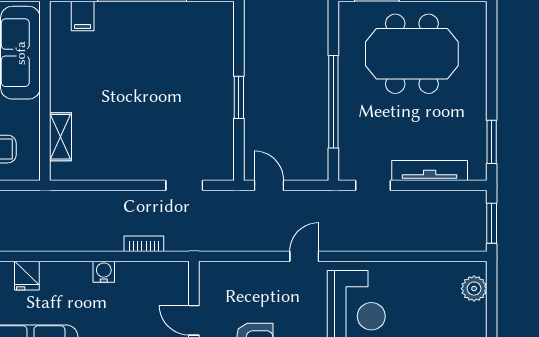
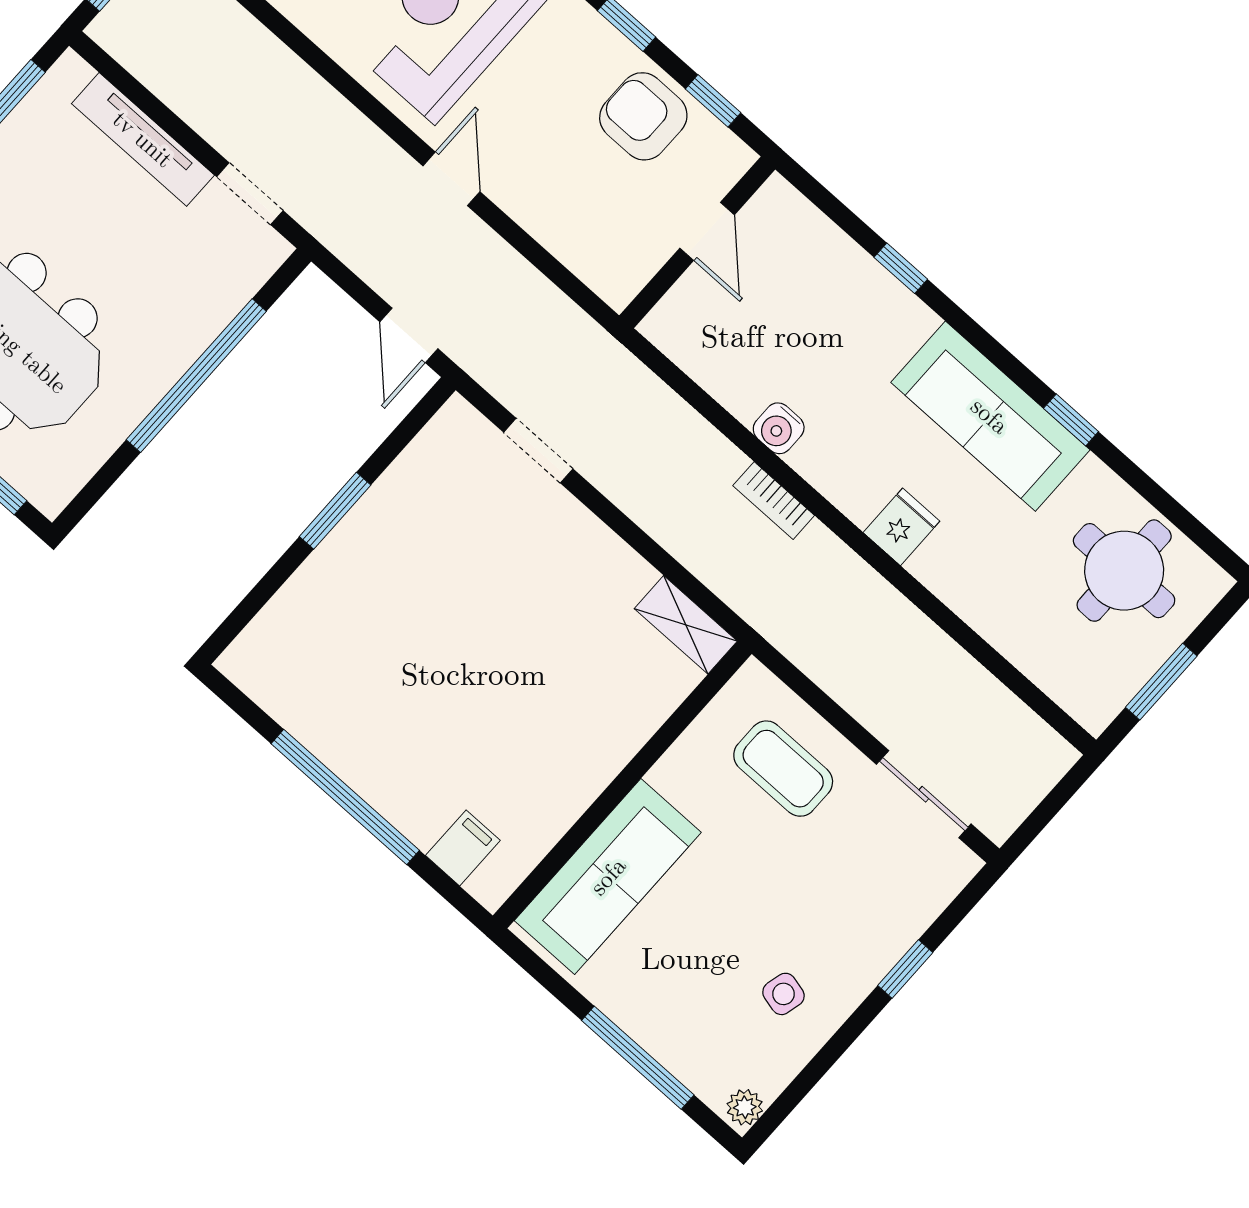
shelving: (61, 137) -> (686, 625), moved, turned 90
bookcase: (144, 244) -> (774, 501), moved
door: (304, 256) -> (451, 179), swing flipped

